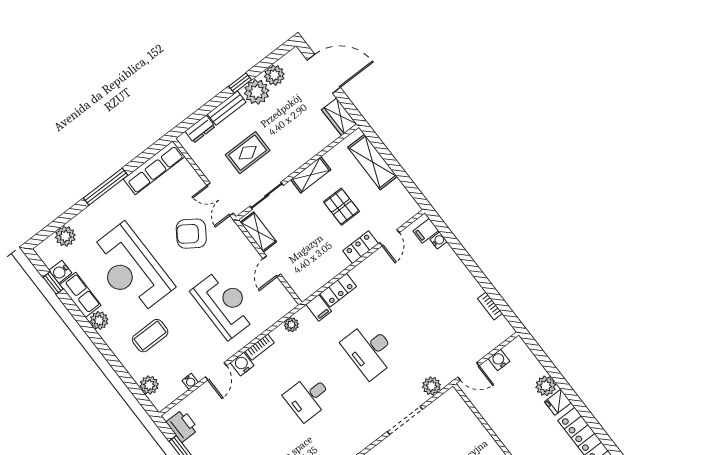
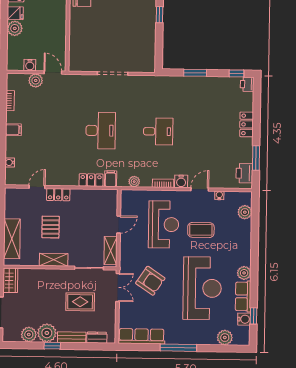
filing cabinet: (426, 231) -> (13, 130), moved
reception desk: (224, 304) -> (164, 224), turned 180
coffee table: (150, 336) -> (201, 230), moved
plant: (431, 386) -> (36, 80), moved

